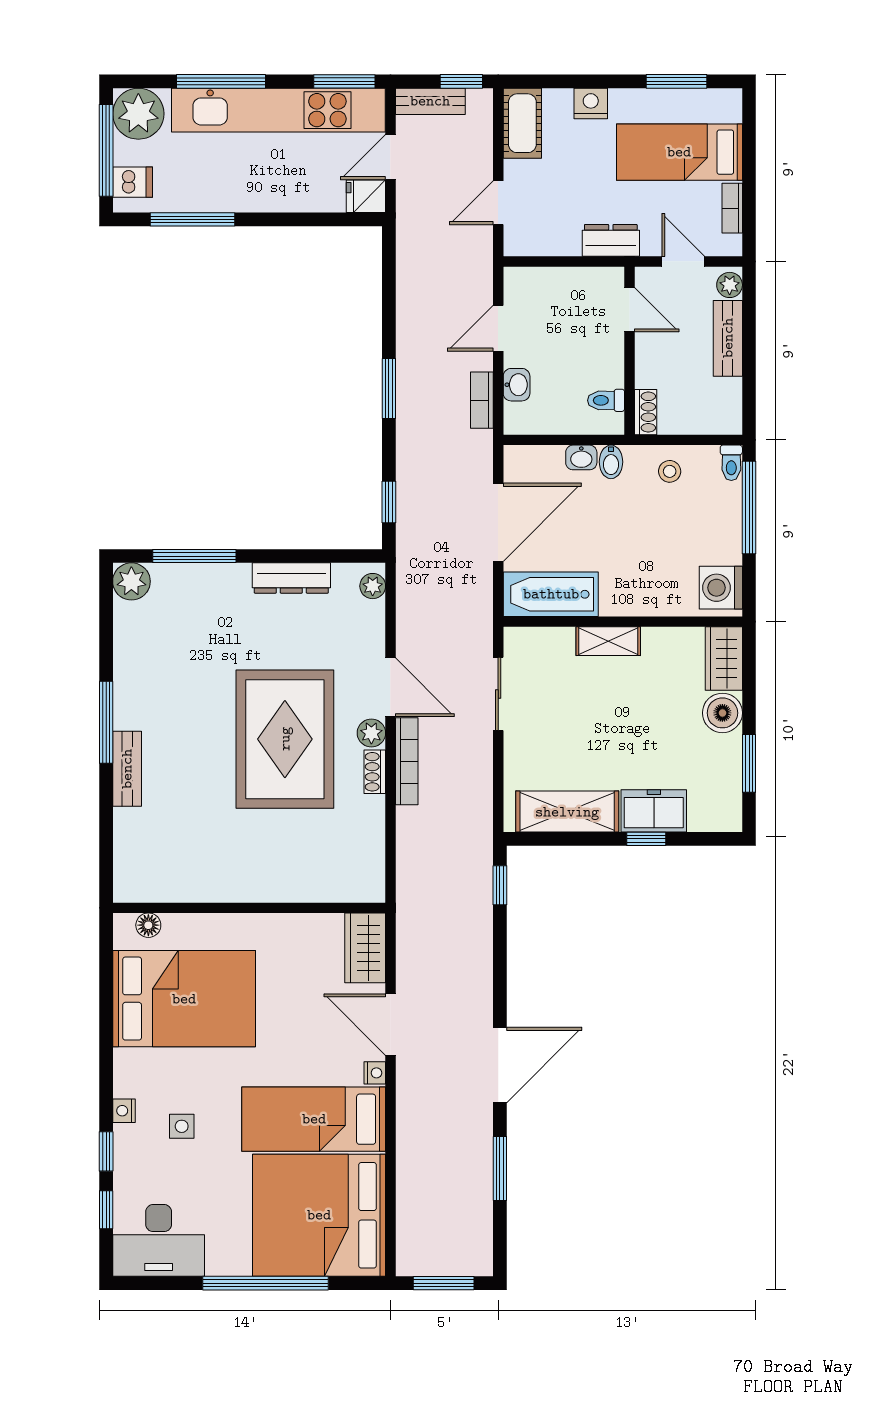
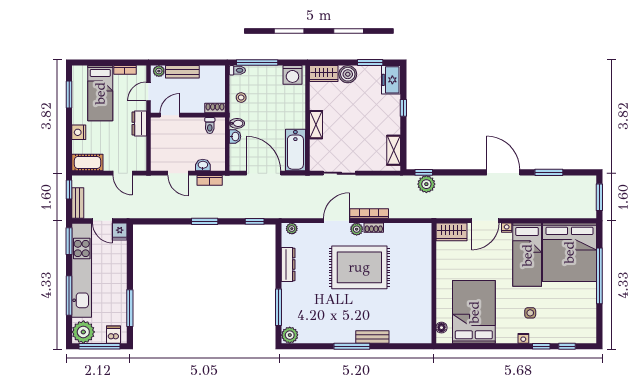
freezer: (654, 811) -> (391, 80), moved
shelving: (567, 812) -> (394, 150), width x0.67, depth x0.75
plant: (473, 891) -> (426, 184), added
desk: (159, 1240) -> (581, 323), removed

